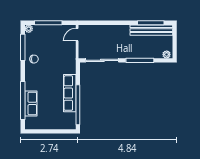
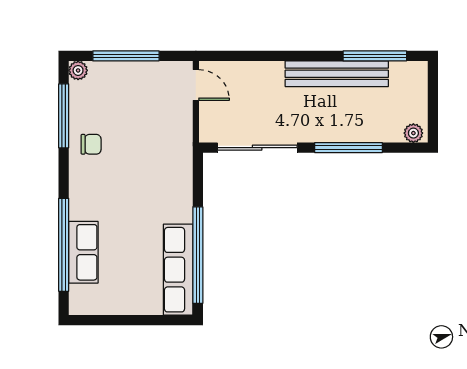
bench: (151, 30) -> (337, 74), moved
door: (77, 35) -> (196, 85), swing flipped
row of seats: (70, 93) -> (178, 270), moved

